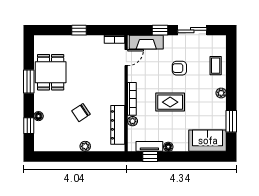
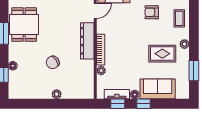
armchair: (179, 68) -> (152, 12), moved
rug: (170, 102) -> (162, 54), moved
dresser: (118, 125) -> (87, 41), moved
sofa: (208, 141) -> (158, 89), moved
window: (178, 156) -> (144, 104), added

